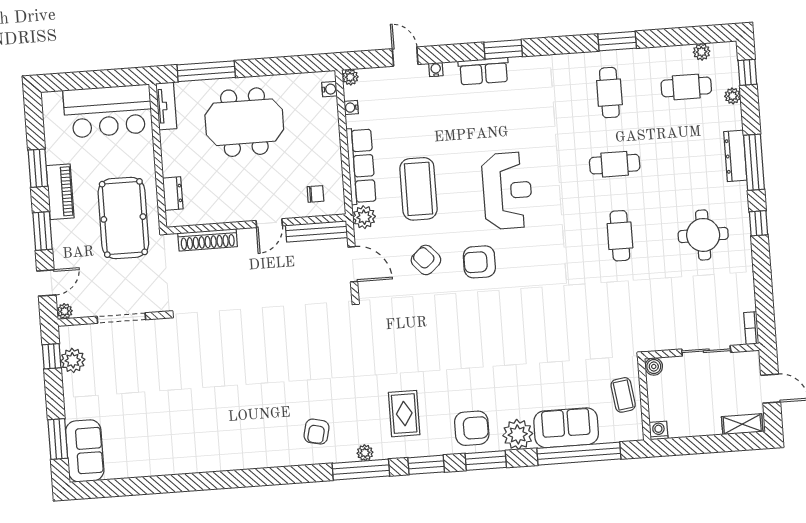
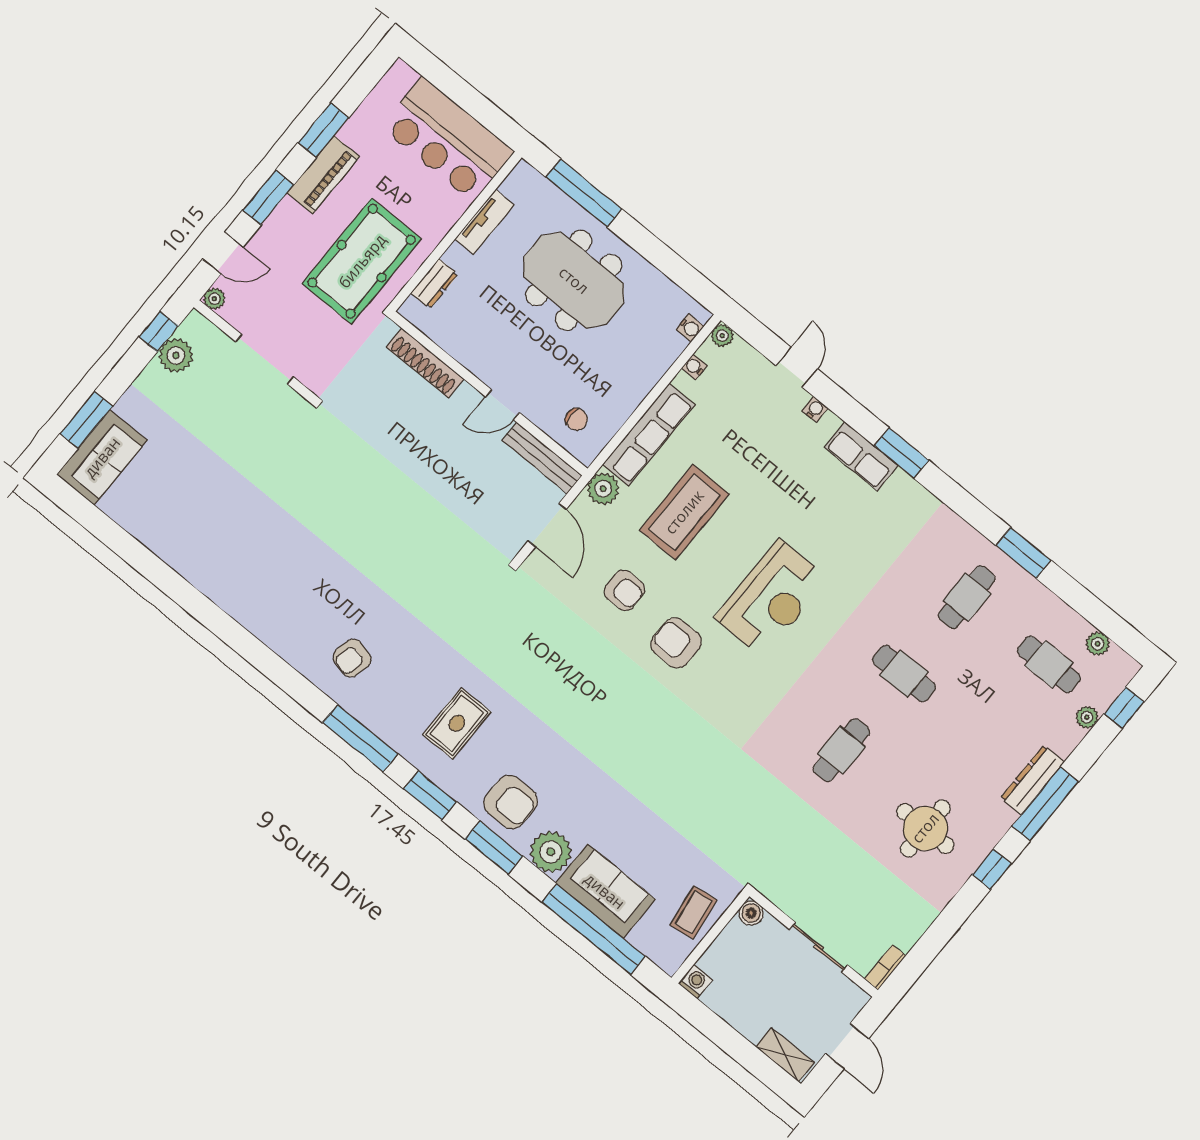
tv unit: (166, 106) -> (484, 222), moved
armchair: (426, 260) -> (624, 590), turned 132
plant: (365, 453) -> (380, 725), removed

